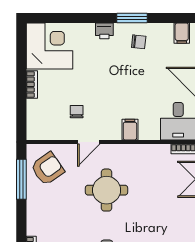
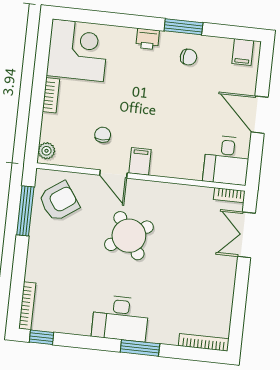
plant: (33, 129) -> (47, 151), added
filing cabinet: (130, 130) -> (140, 161), moved
door: (89, 142) -> (113, 174), hinge flipped
round table: (107, 190) -> (129, 236), turned -32

